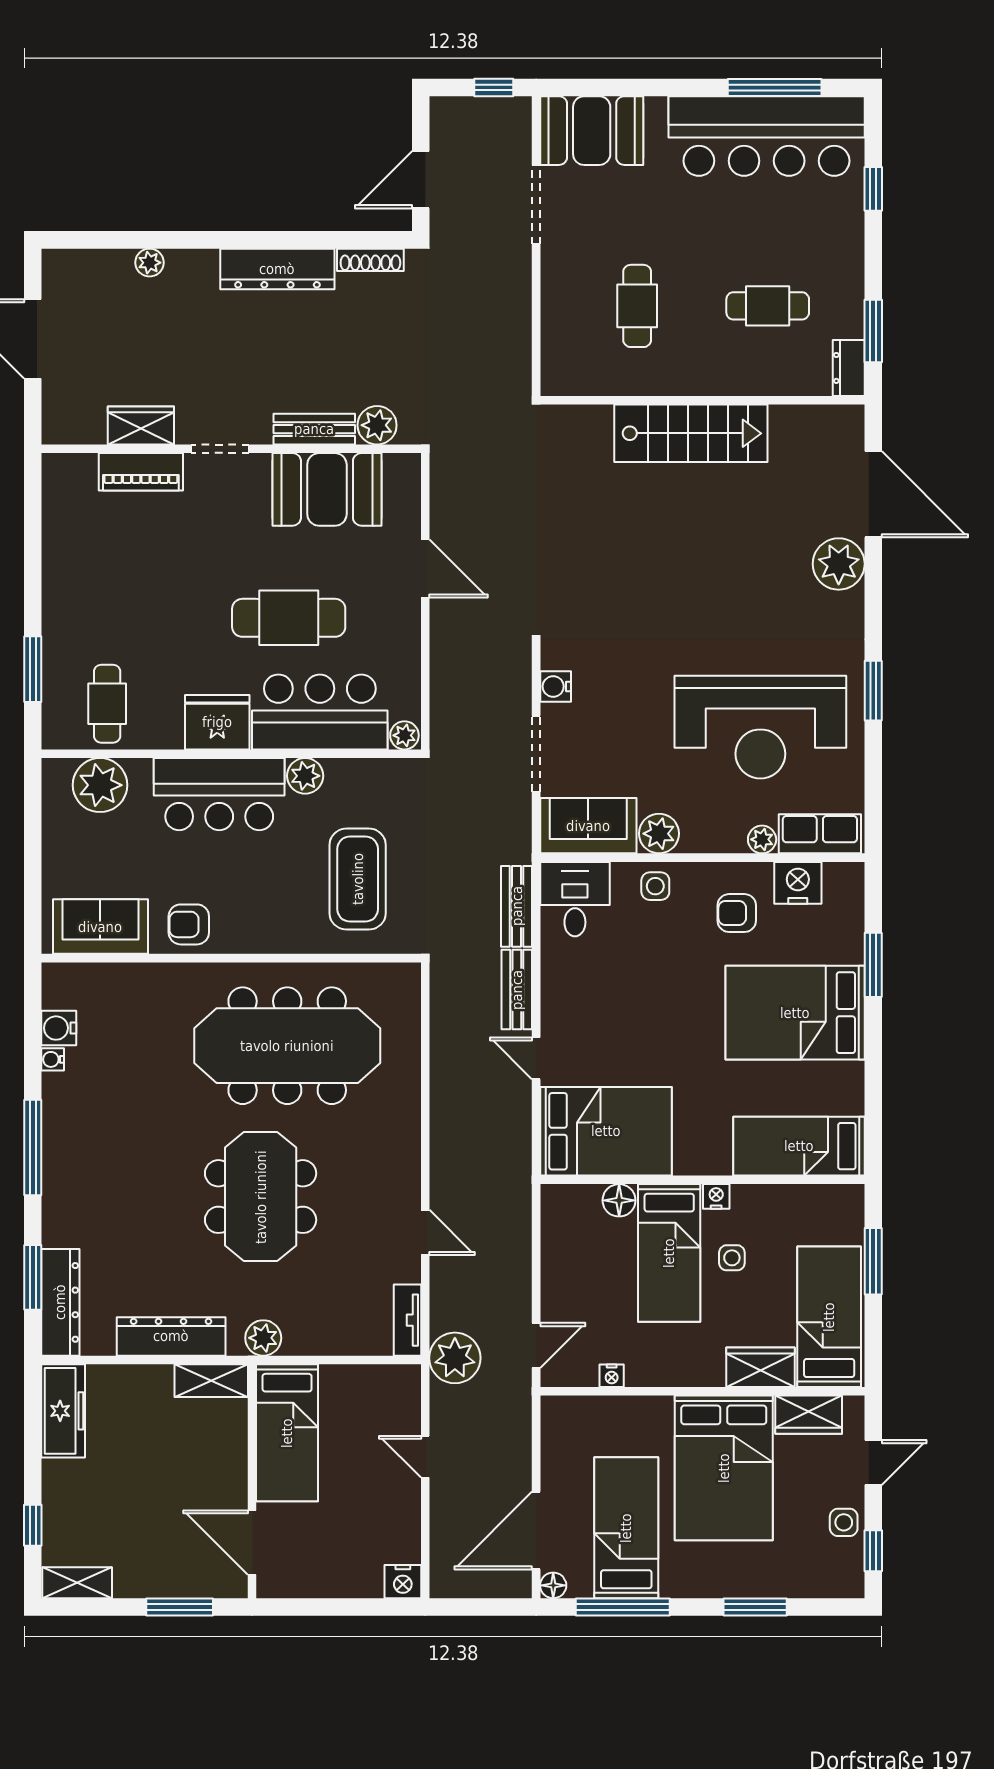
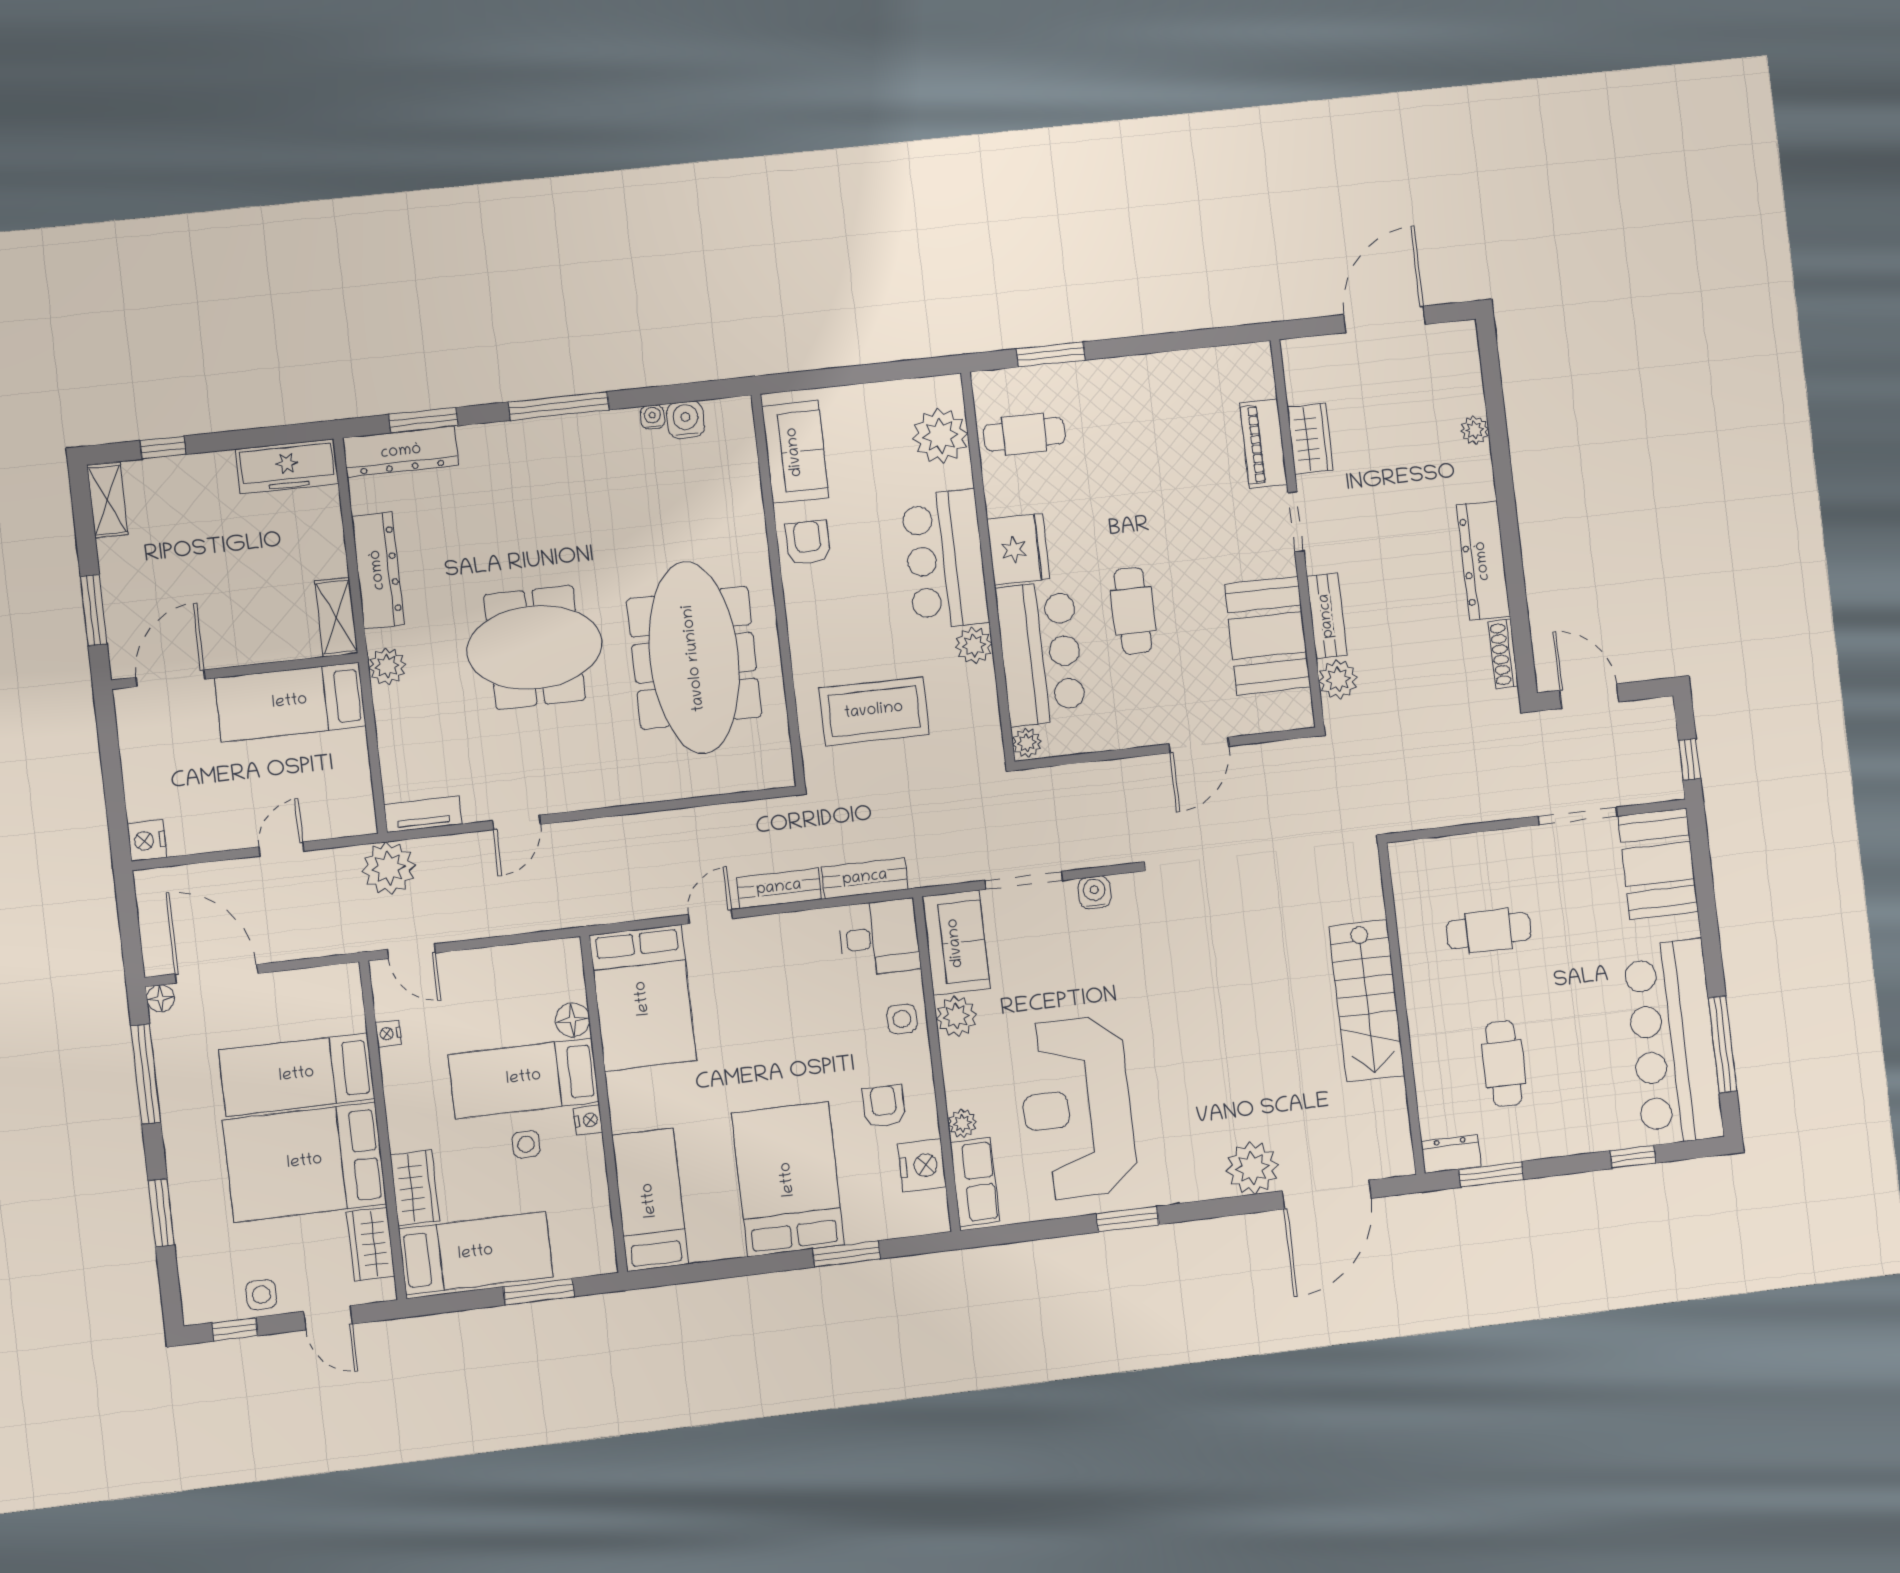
cafe table: (289, 618) -> (1133, 611), width x0.73, depth x0.74
bed: (626, 1528) -> (297, 1075), moved, turned 180

